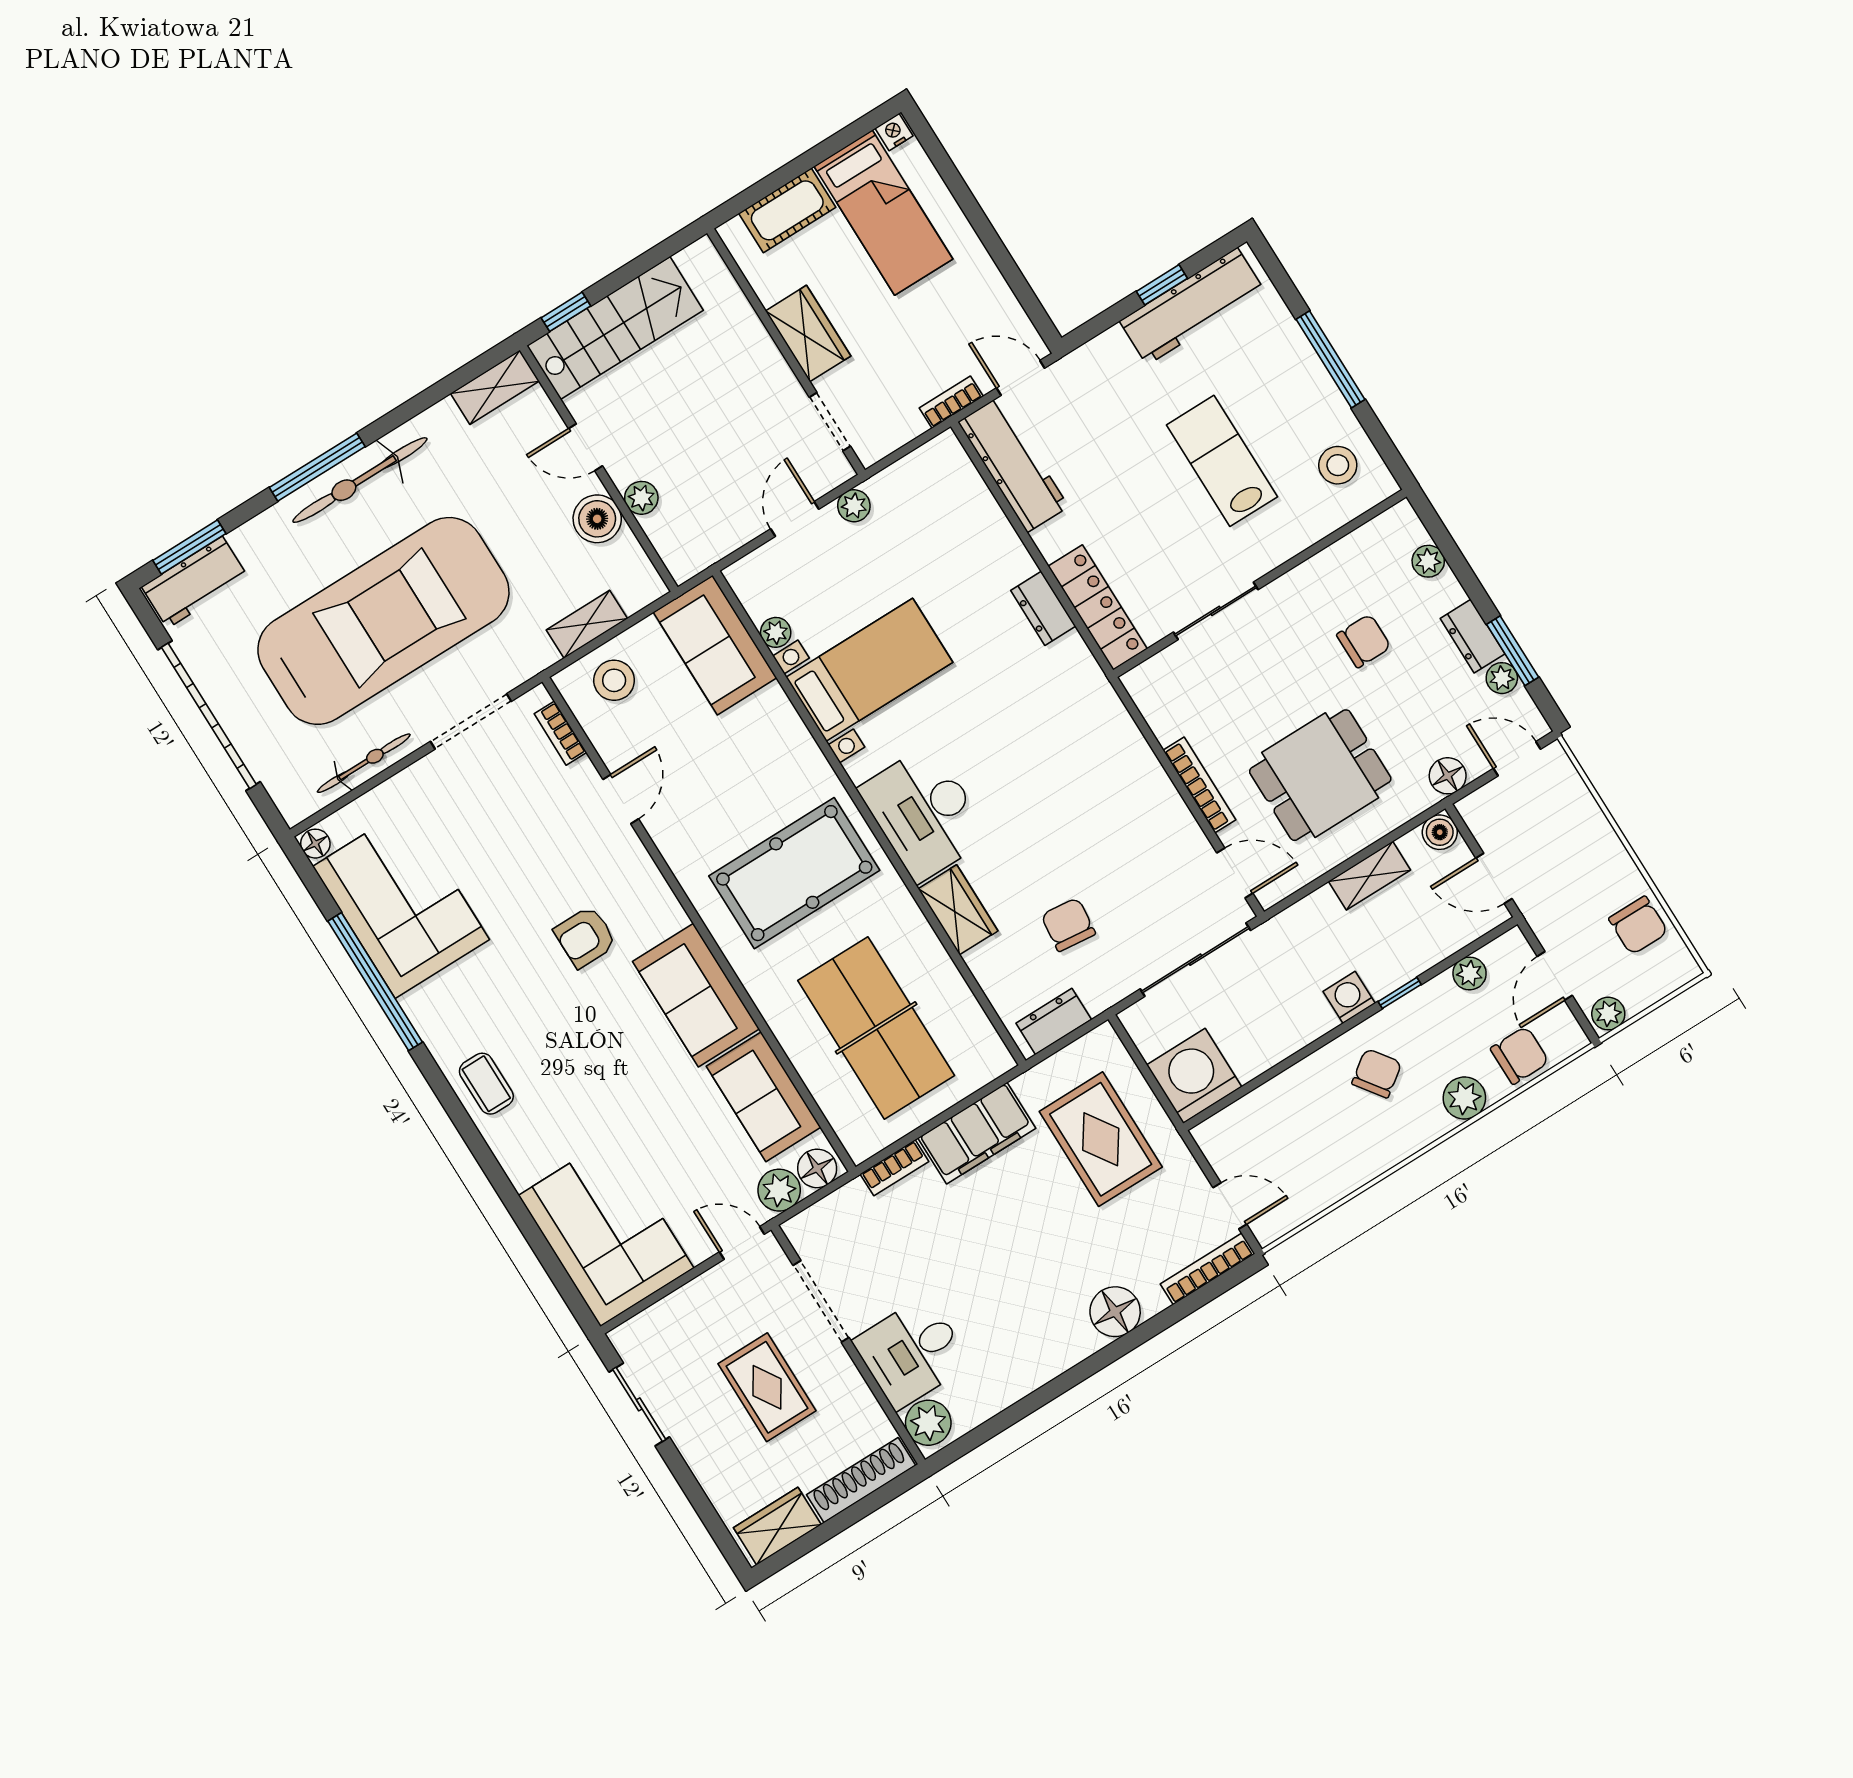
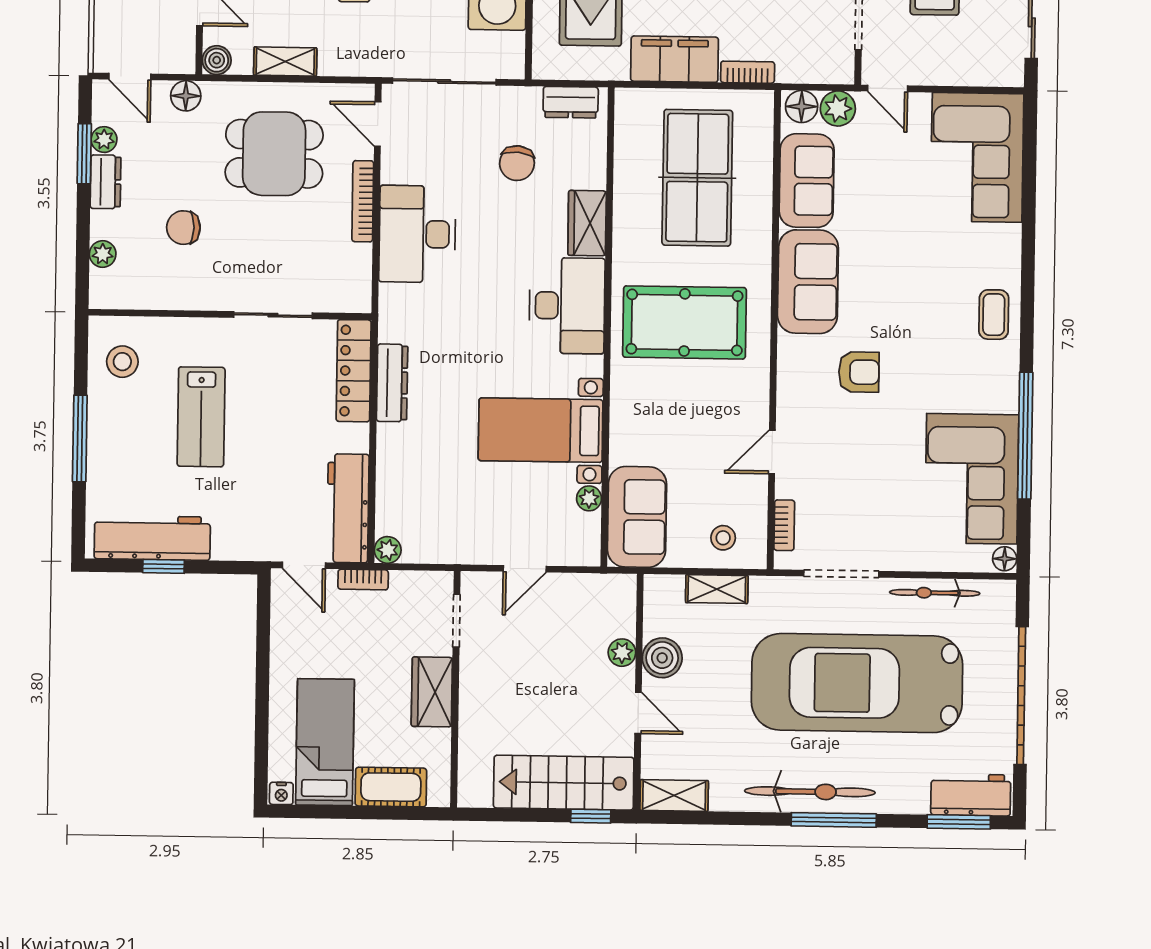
plant: (854, 506) -> (388, 550), moved
dresser: (1043, 608) -> (392, 383), width x1.44
stool: (614, 680) -> (723, 538), width x0.73, depth x0.73
desk: (1123, 787) -> (417, 234), added

